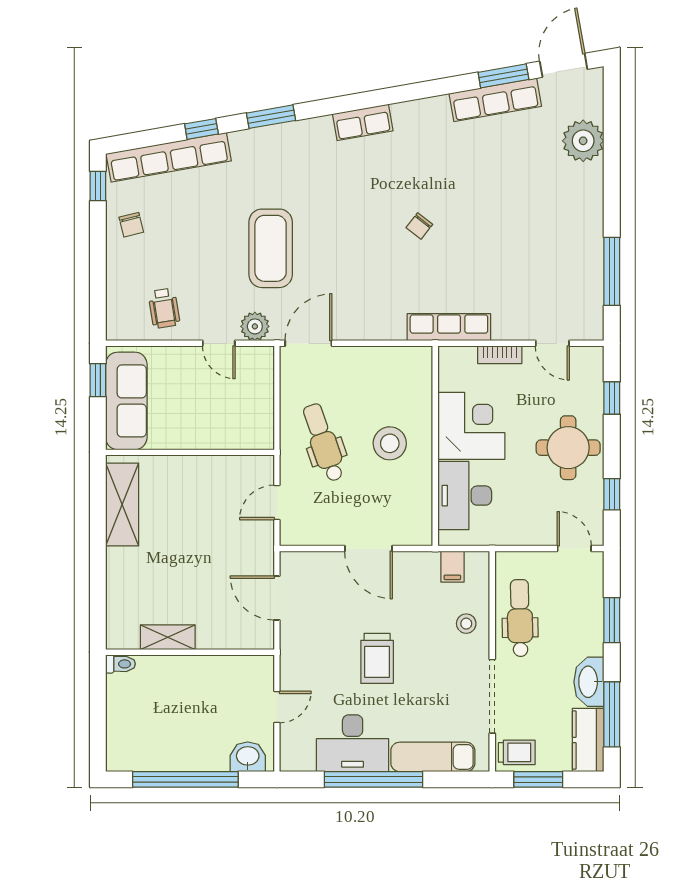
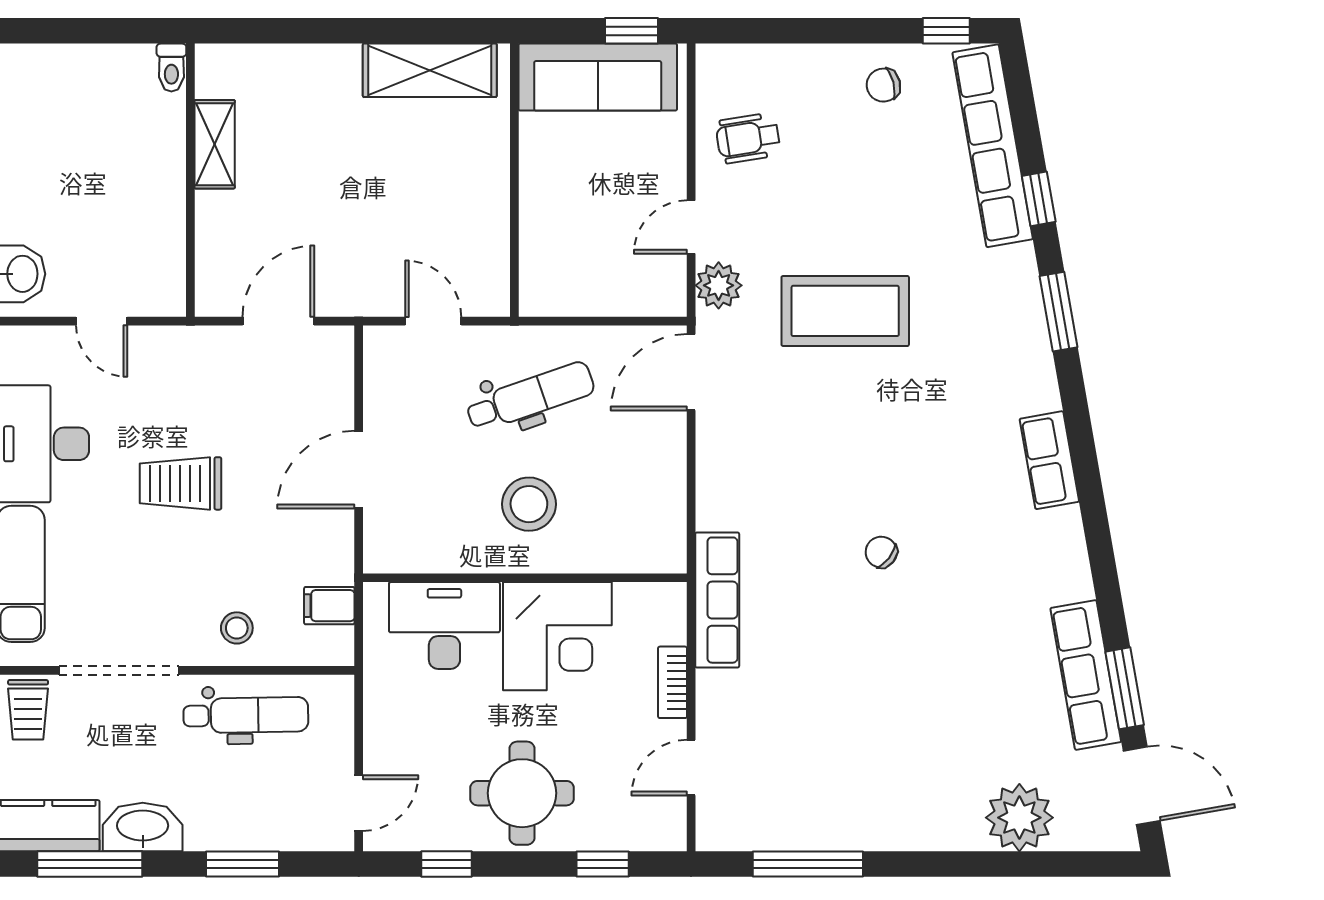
door: (308, 343) -> (691, 372), swing flipped

